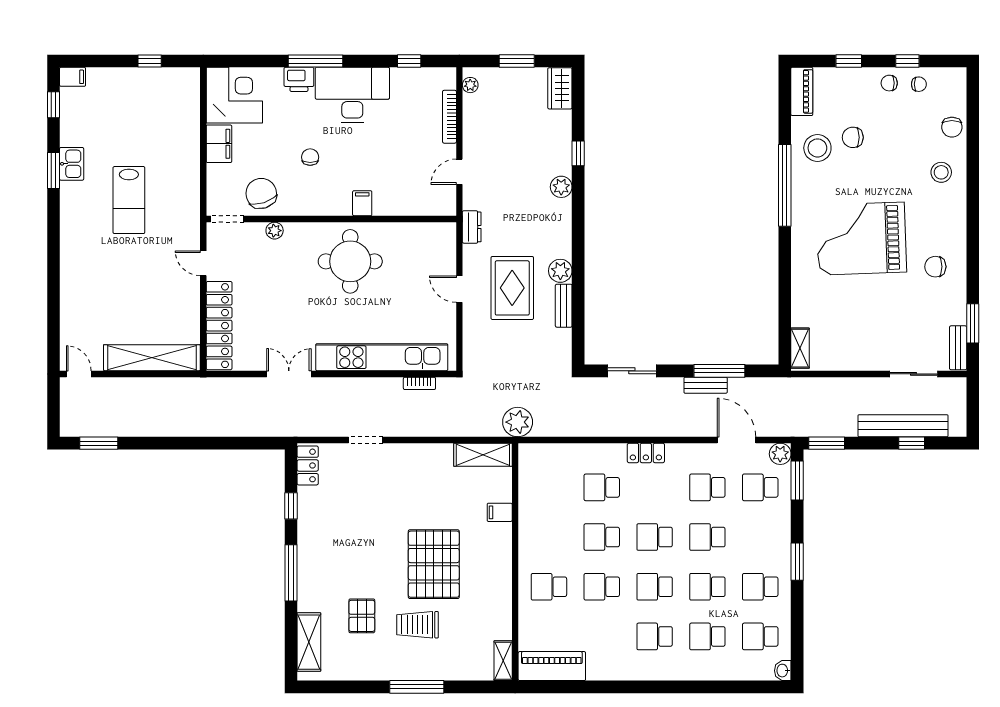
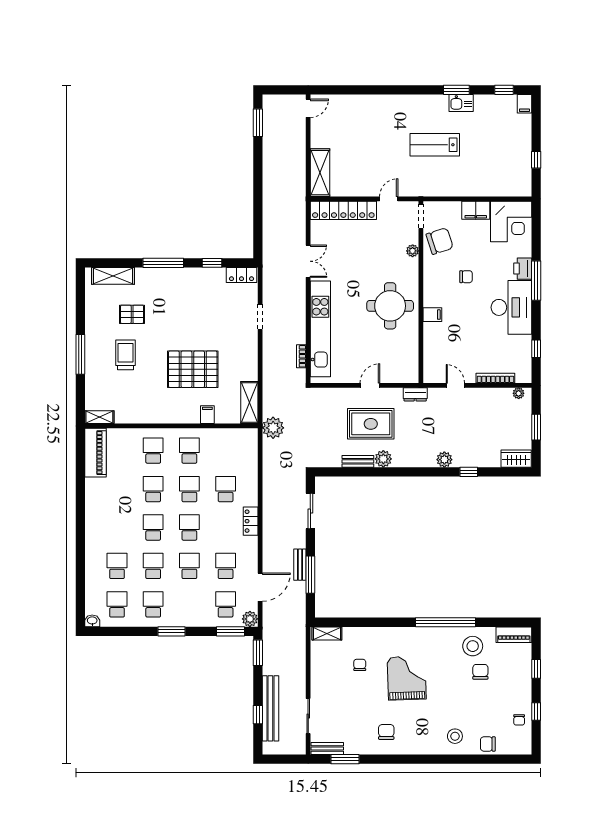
chair: (889, 83) -> (360, 665), moved
grand piano: (861, 239) -> (407, 678), width x0.73, depth x0.68
shelving: (152, 358) -> (320, 173), width x0.68
pallet: (434, 564) -> (193, 369), moved
school desk: (655, 636) -> (189, 451), moved

